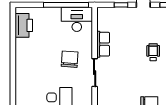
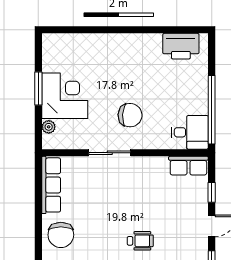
desk: (77, 19) -> (190, 132), width x0.73
row of seats: (103, 44) -> (188, 166), moved

